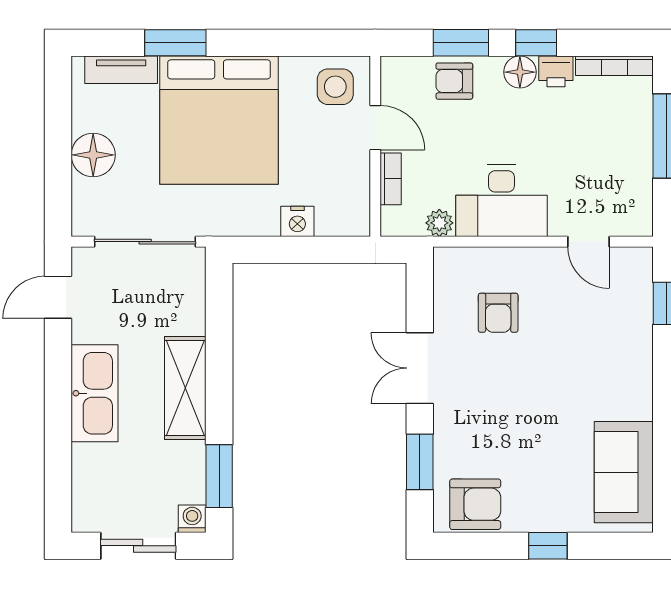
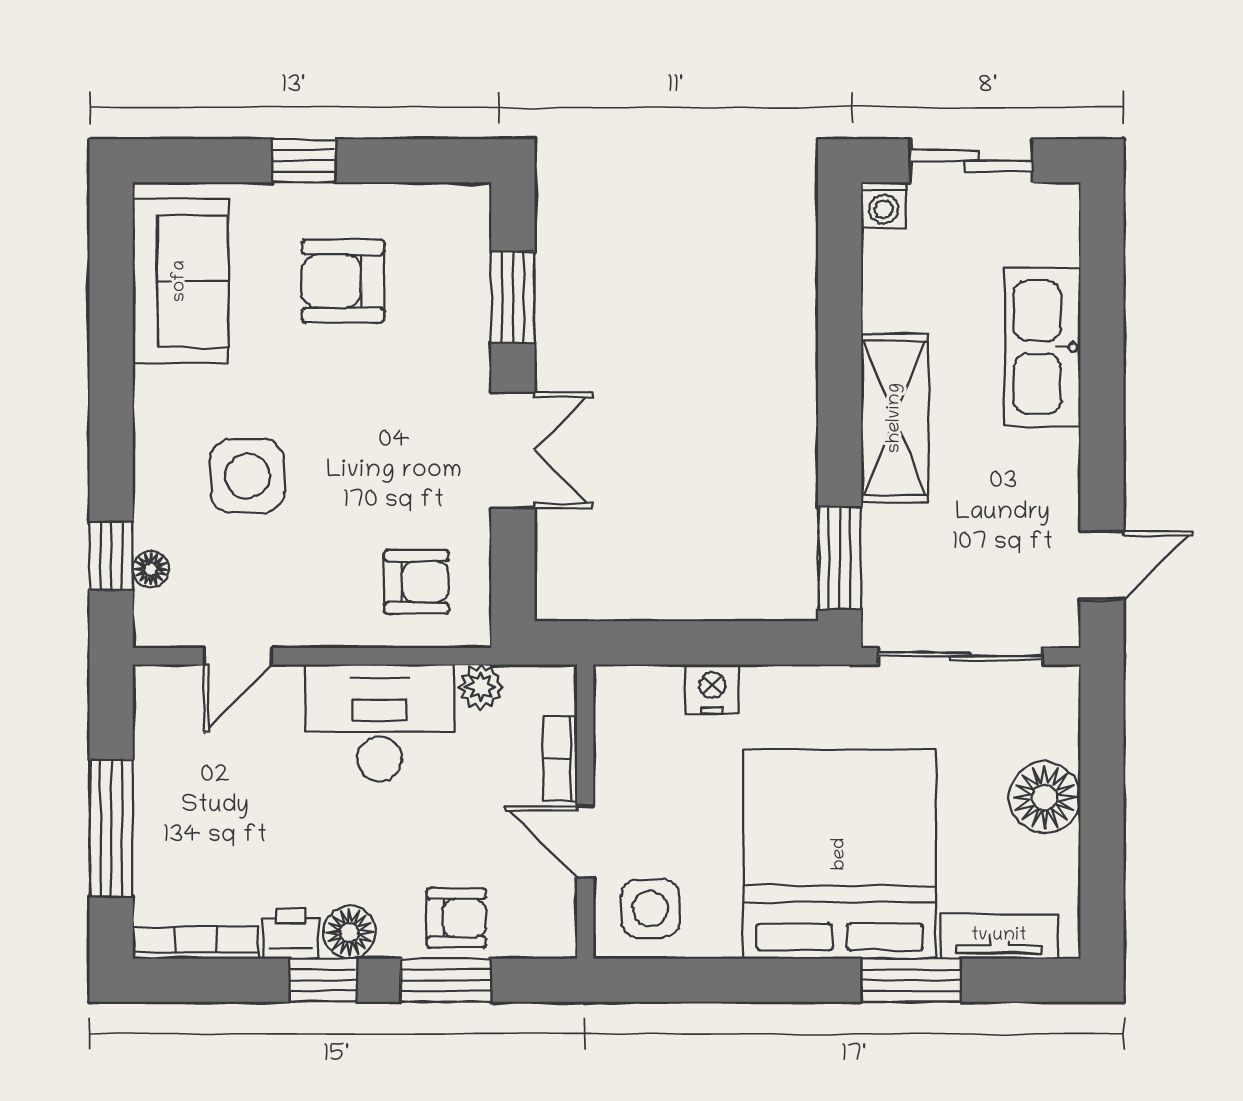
door: (588, 242) -> (238, 656), swing flipped
floor lamp: (642, 295) -> (151, 569), added
armchair: (498, 313) -> (416, 582), moved, turned 90
side table: (583, 352) -> (247, 476), added
kitchen sink: (95, 393) -> (1043, 347), moved
window: (219, 476) -> (840, 558), moved
armchair: (475, 504) -> (343, 281), moved

